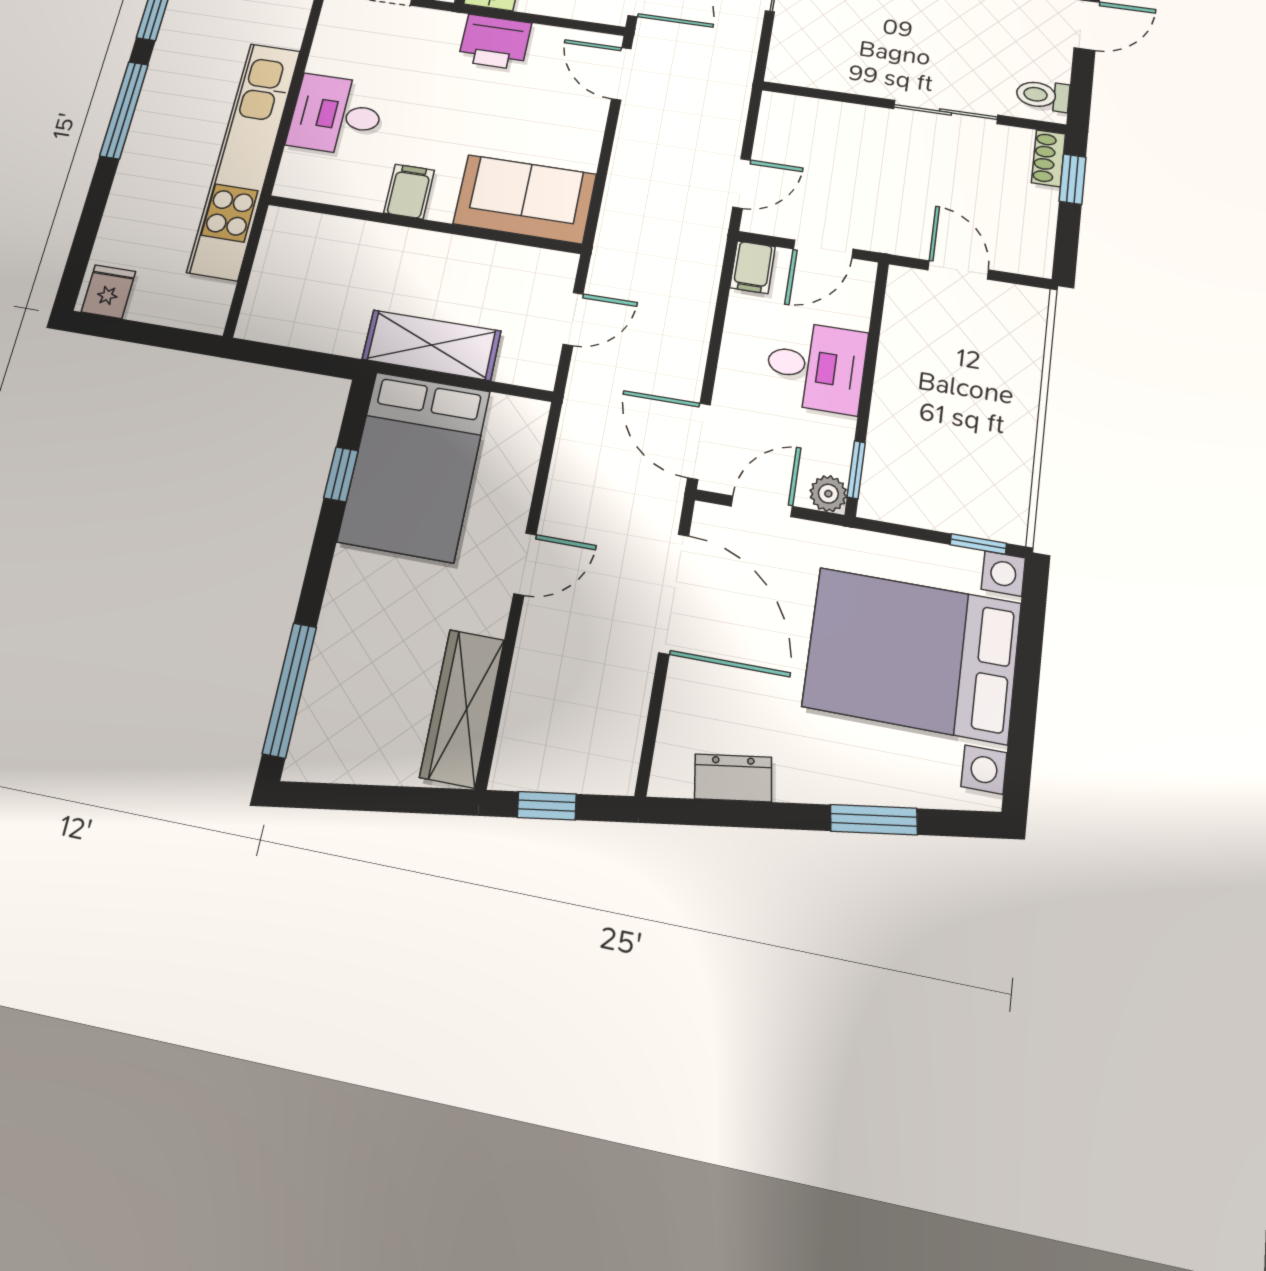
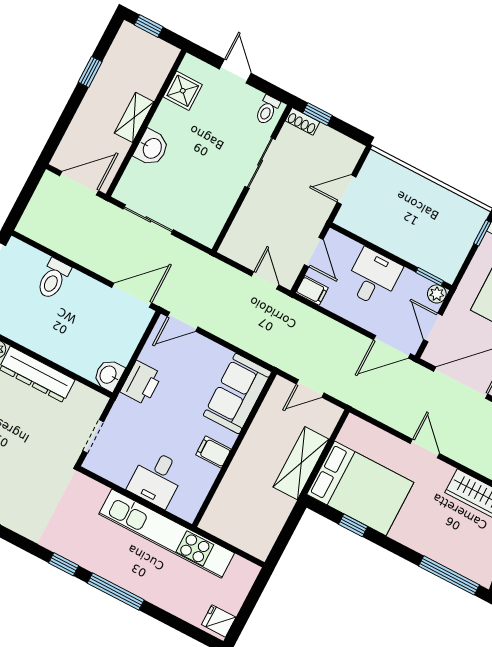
door: (573, 319) -> (310, 388), swing flipped

